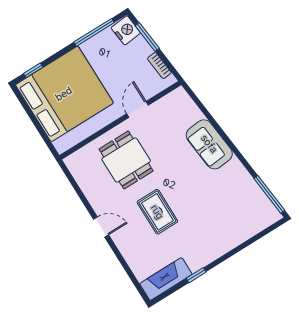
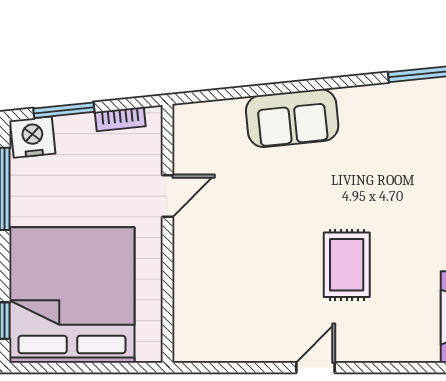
door: (137, 109) -> (167, 196), swing flipped
dining table: (126, 160) -> (235, 263), removed
rug: (157, 212) -> (347, 265), turned 90

